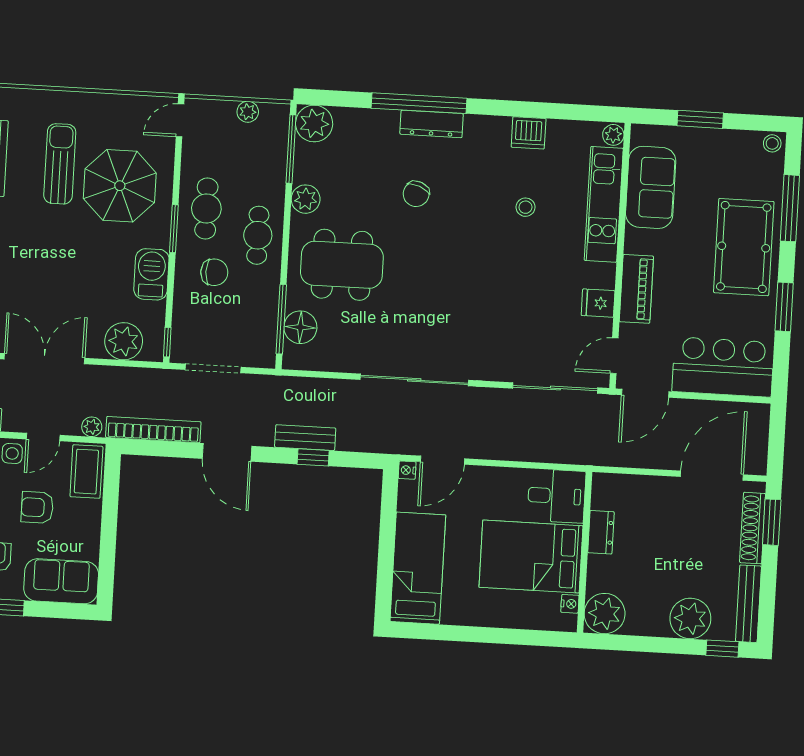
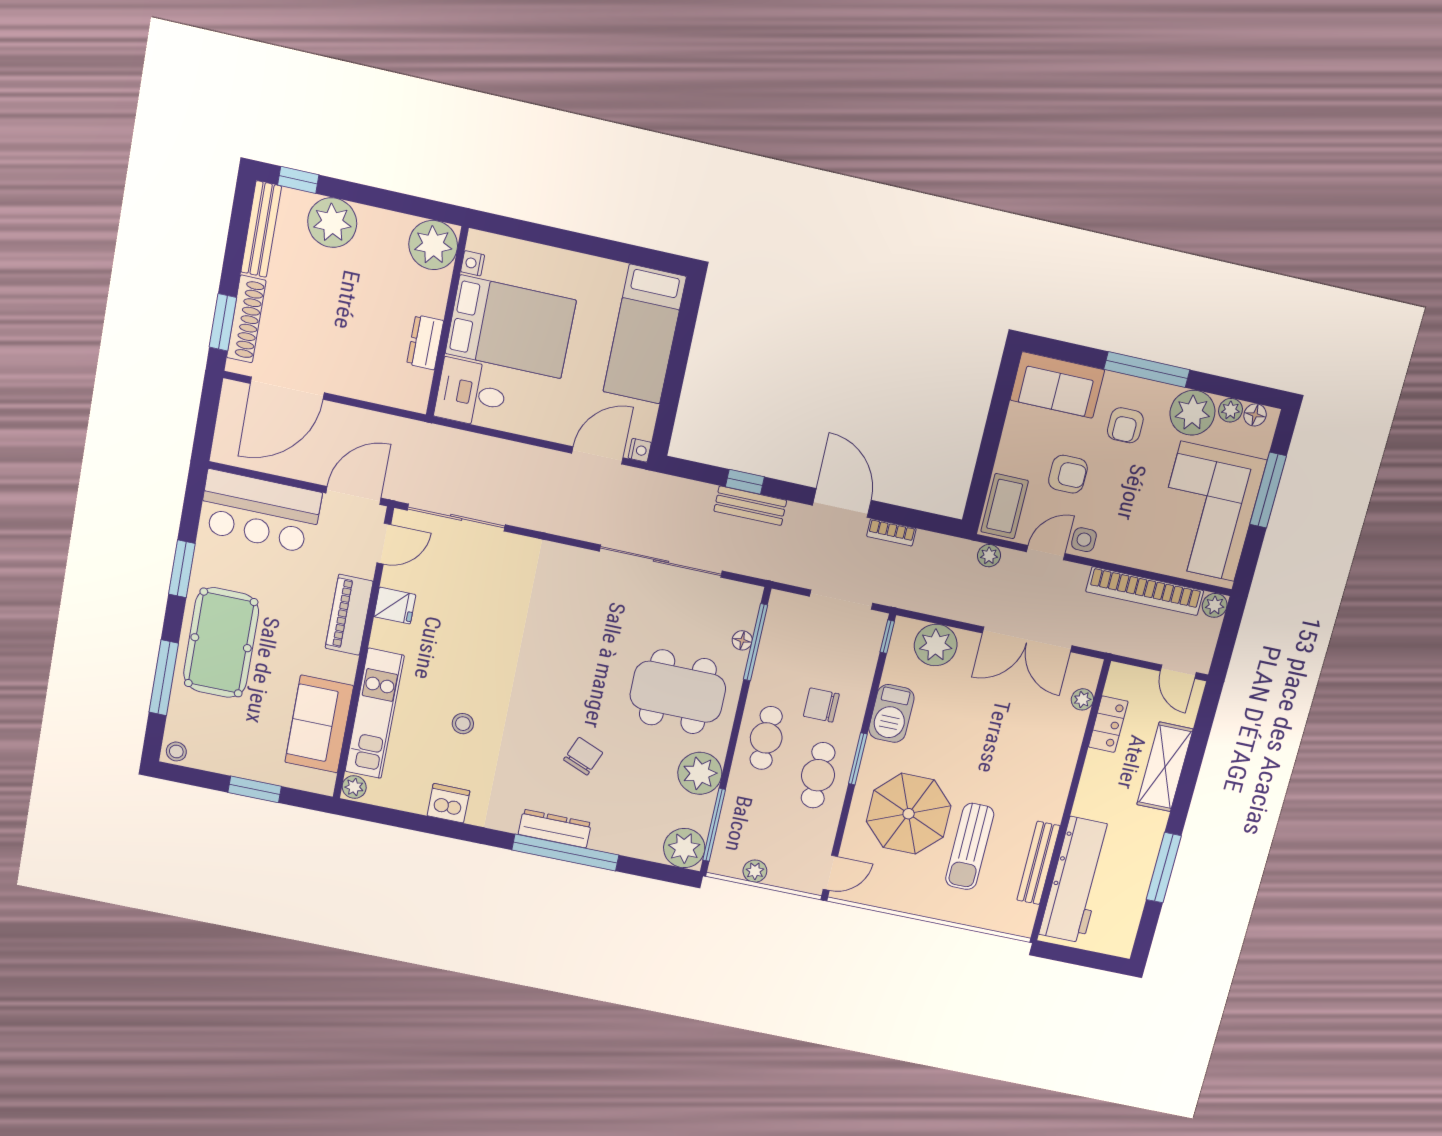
plant: (306, 199) -> (700, 773), width x1.36, depth x1.36
floor lamp: (300, 327) -> (742, 640), width x0.53, depth x0.53
sliding door: (414, 380) -> (661, 561), moved
bookcase: (153, 430) -> (891, 532), width x0.43, depth x0.76

